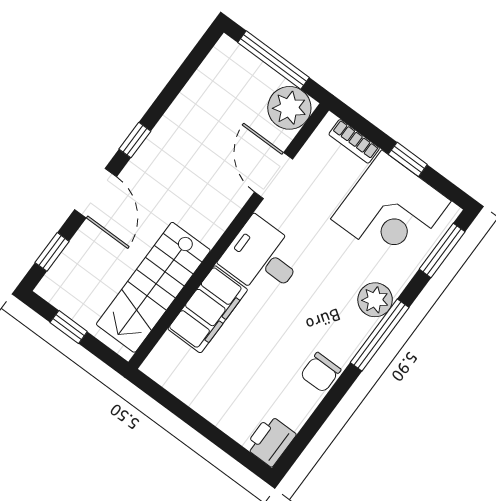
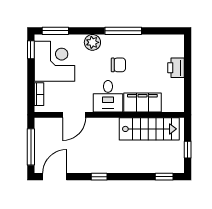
plant: (289, 108) -> (44, 128), removed
window: (408, 159) -> (31, 50), moved
door: (96, 193) -> (55, 177), moved
window: (380, 335) -> (123, 31), moved
chair: (321, 372) -> (118, 65), moved
printer: (270, 441) -> (176, 68), moved, turned 90

